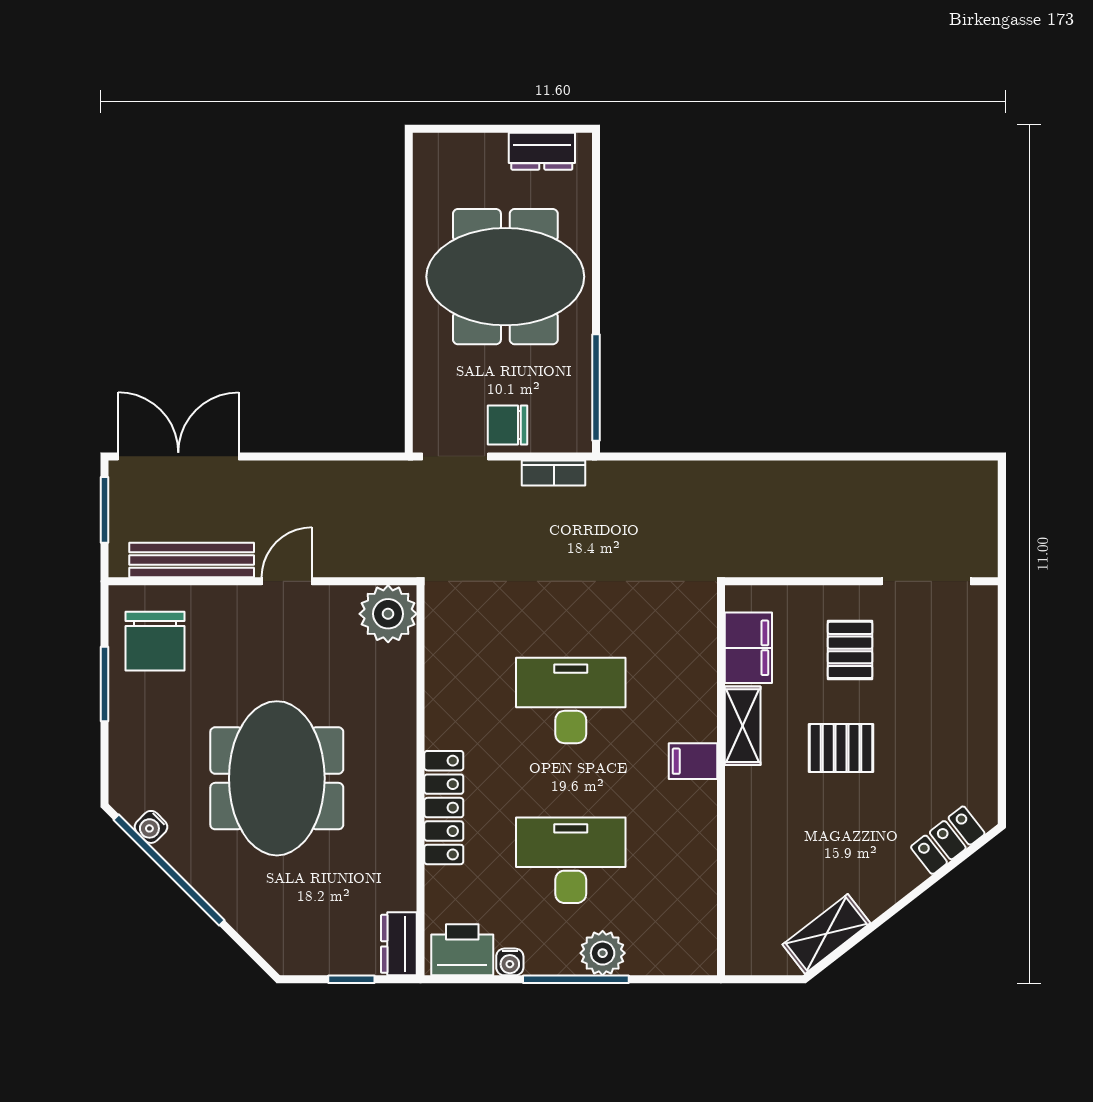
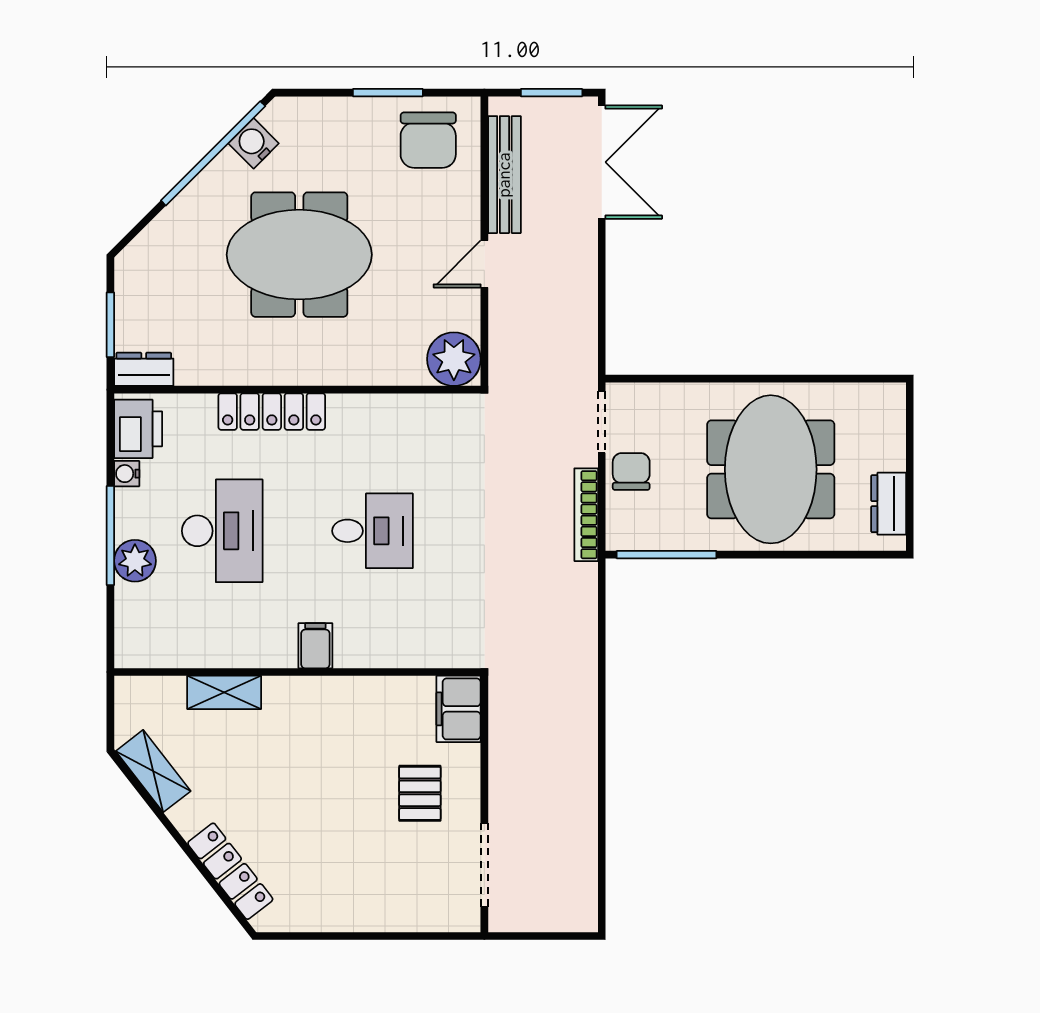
bookcase: (554, 473) -> (586, 515), width x1.56
door: (287, 581) -> (484, 264), swing flipped
chair: (155, 641) -> (428, 140), turned -90
filing cabinet: (748, 648) -> (459, 709), moved, turned 90
pallet: (850, 650) -> (420, 793), turned 90
desk: (571, 700) -> (372, 531), width x0.73
shelving: (743, 726) -> (224, 692), moved
pallet: (841, 748) -> (328, 785), removed
water cooler: (151, 827) -> (254, 143), width x1.38, depth x1.38
locker: (948, 840) -> (230, 871), width x1.53
window: (351, 979) -> (110, 325), width x1.50

